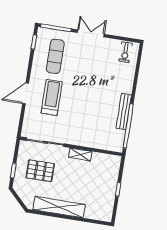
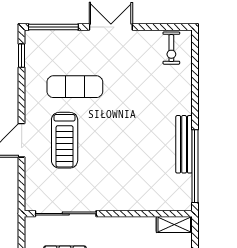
exercise mat: (55, 56) -> (75, 87), moved, turned 90
treadmill: (52, 98) -> (65, 140), turned 180
shelving: (80, 155) -> (174, 224), moved

